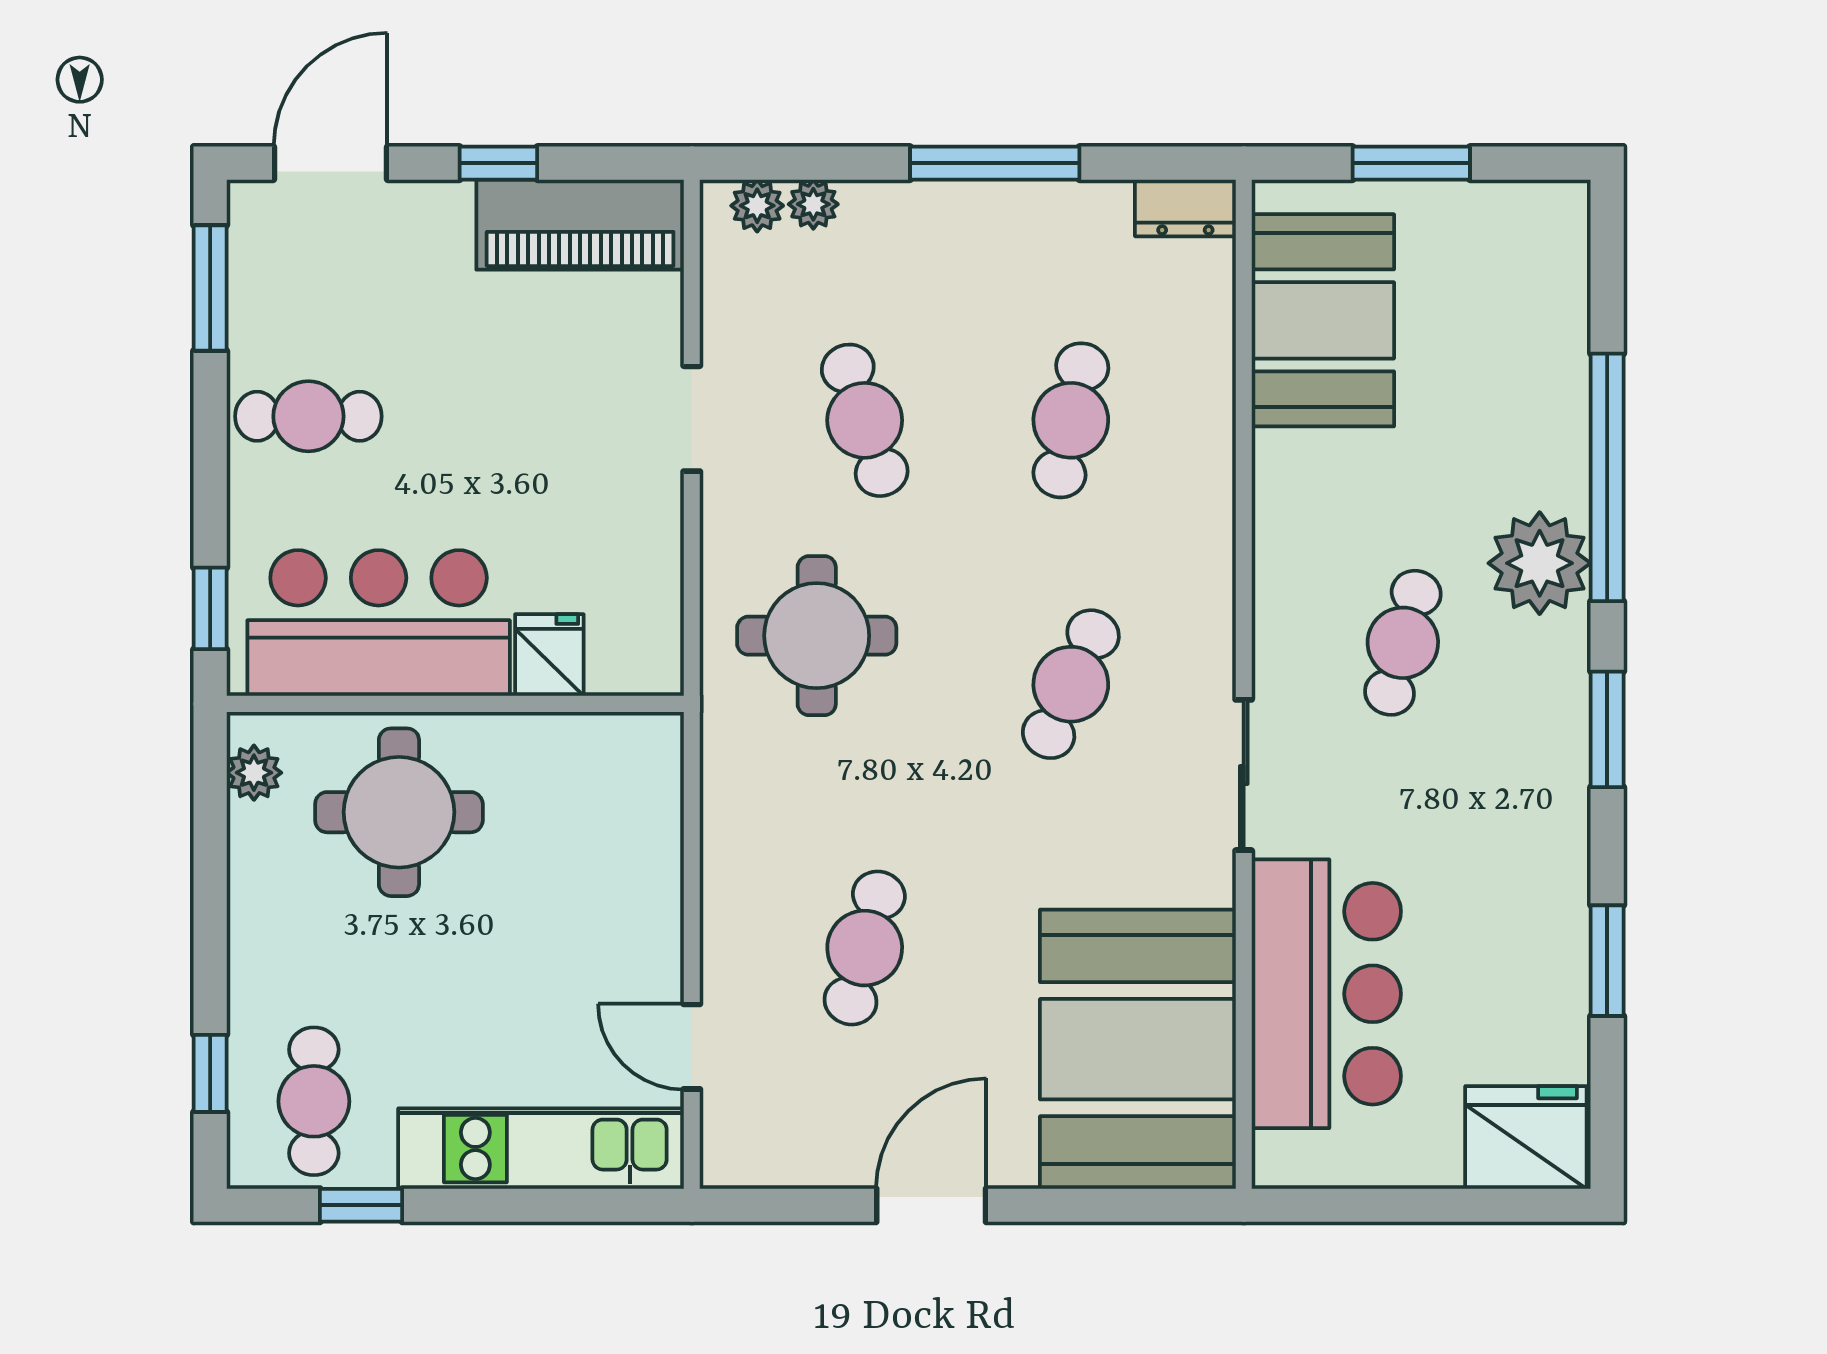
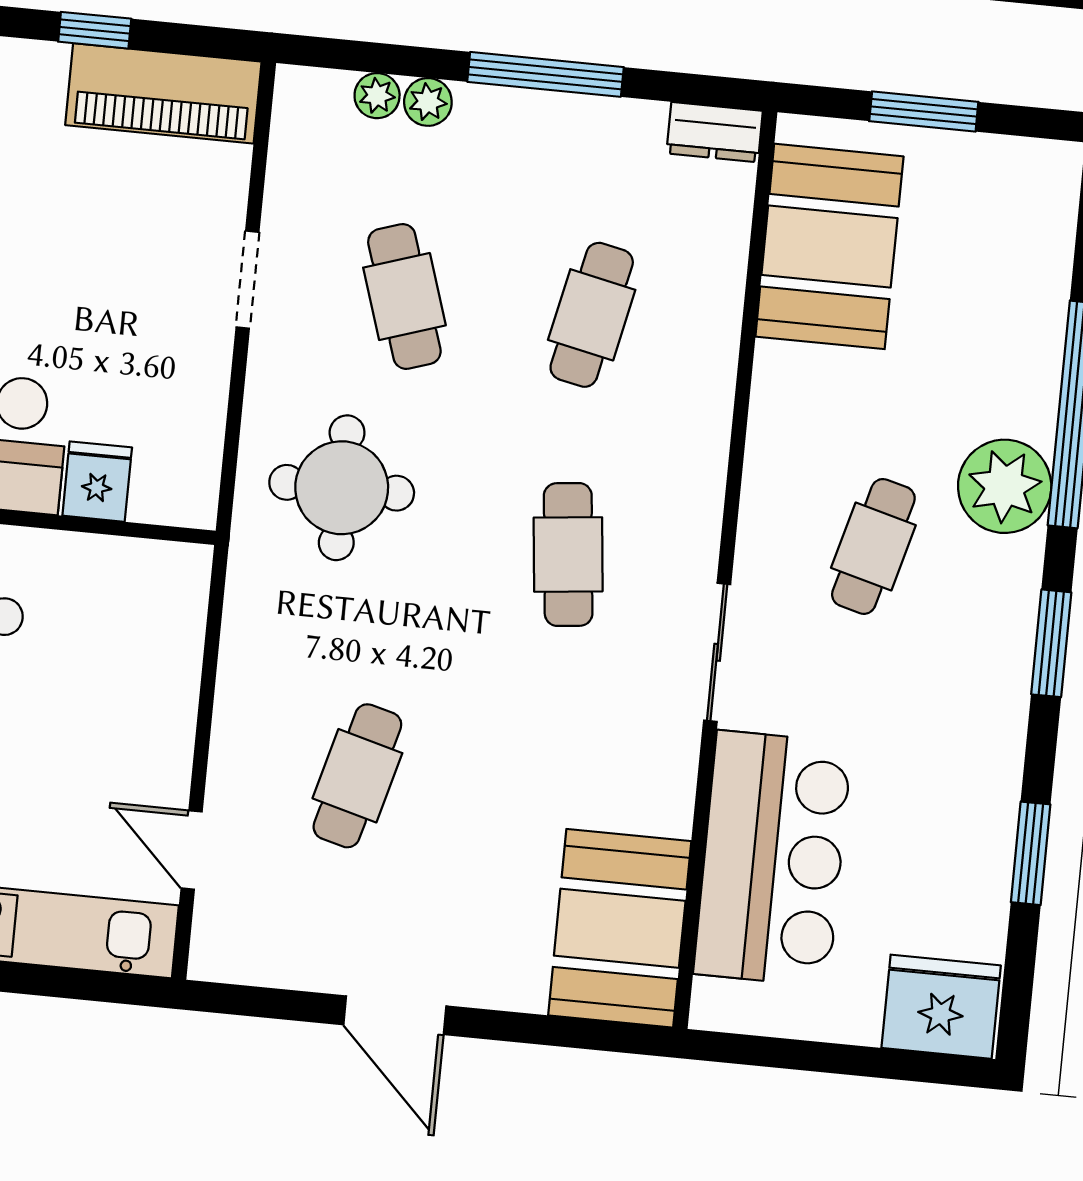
plant: (757, 206) -> (428, 102), moved
cafe table: (1071, 684) -> (568, 554), turned -30
booth: (1138, 1049) -> (620, 928), width x0.73, depth x0.70
door: (931, 1205) -> (395, 1015), swing flipped

